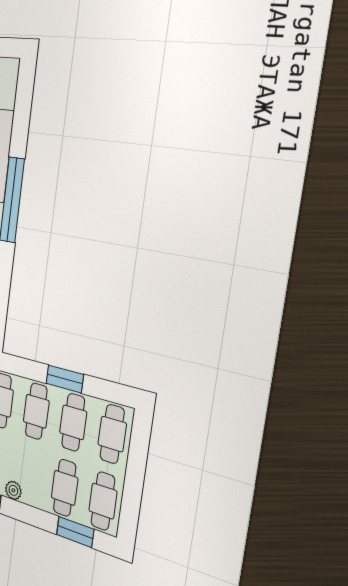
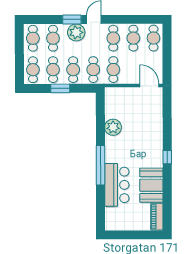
plant: (13, 490) -> (76, 32), width x1.87, depth x1.87
window: (75, 532) -> (72, 19), moved

